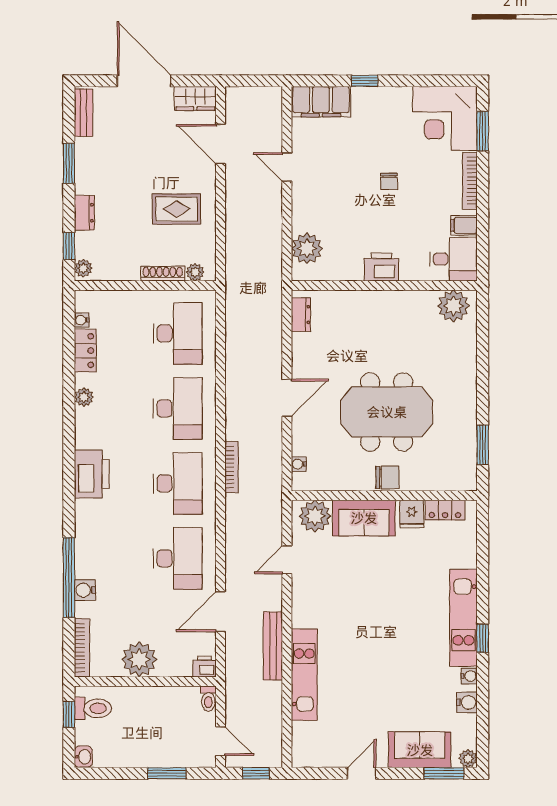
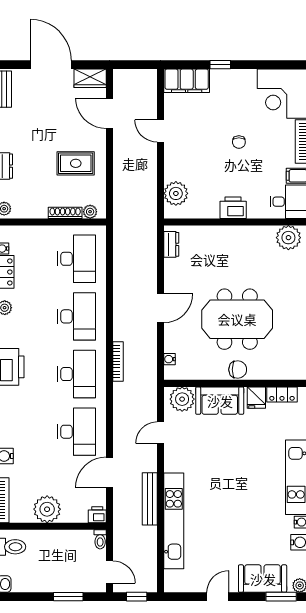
kitchen unit: (304, 675) -> (174, 521), width x1.36

